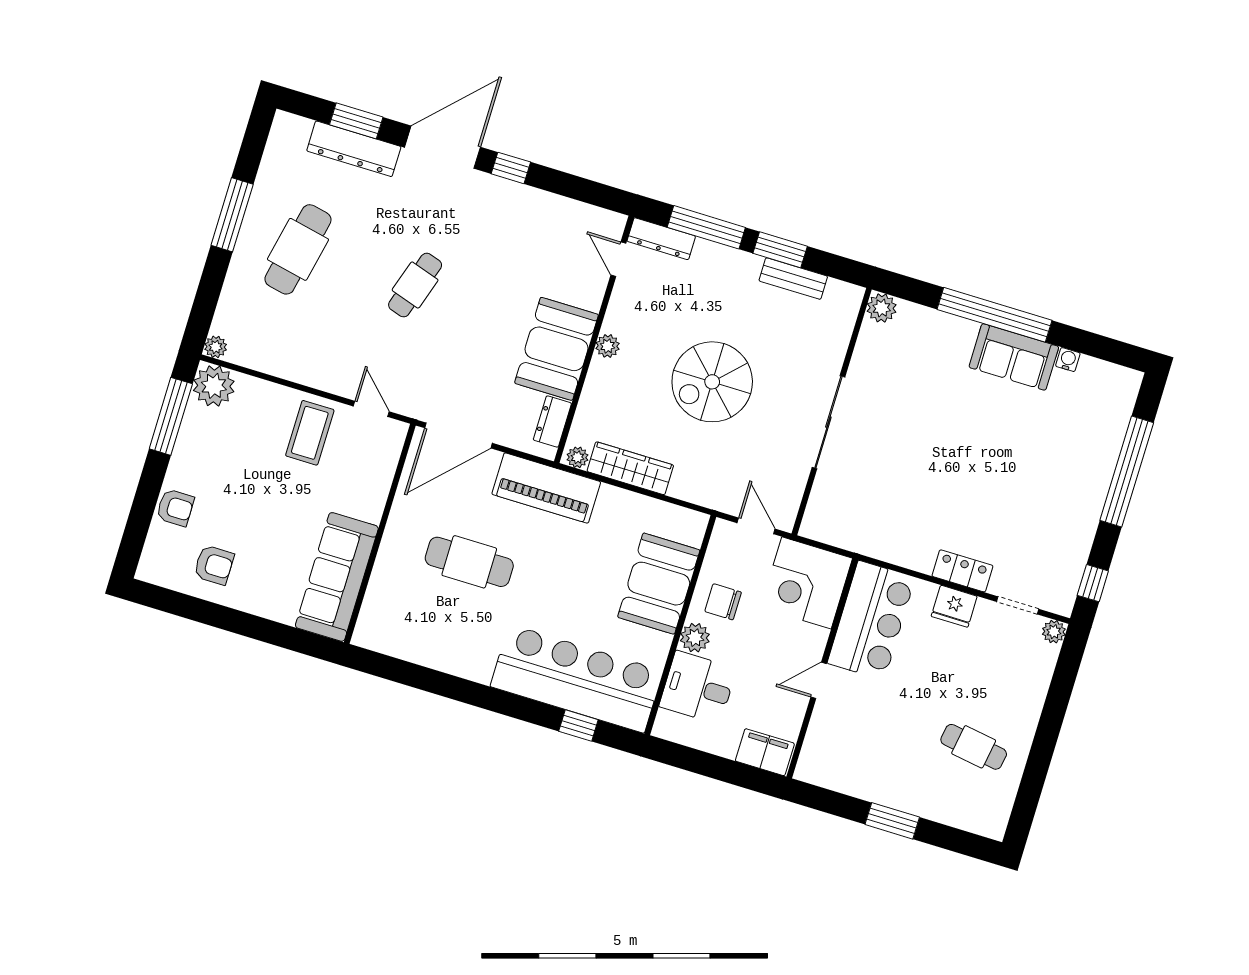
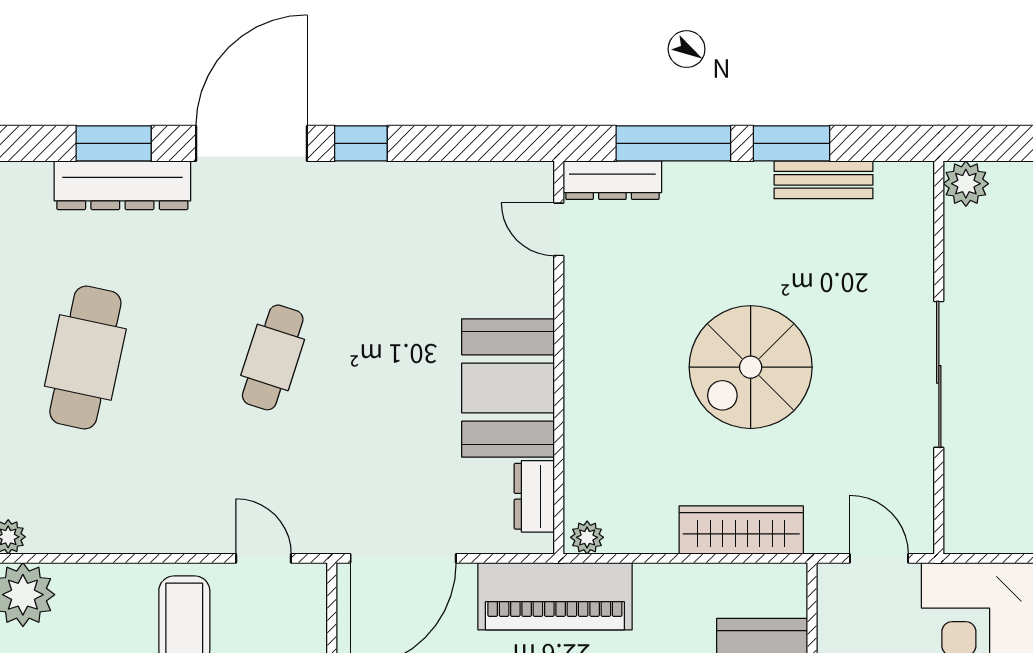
plant: (608, 346) -> (582, 361), removed
wardrobe: (630, 468) -> (741, 530), moved

